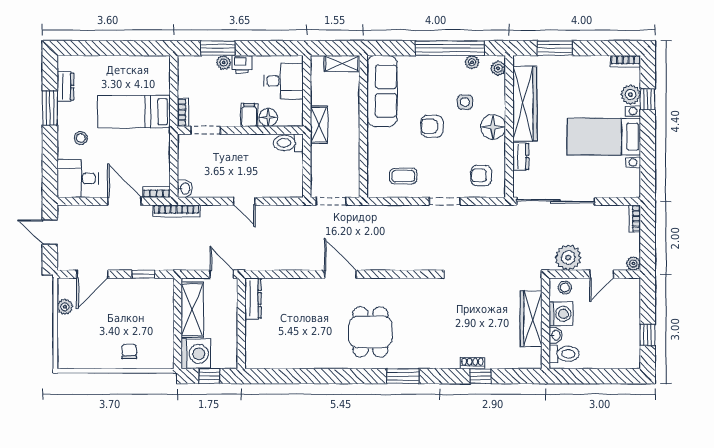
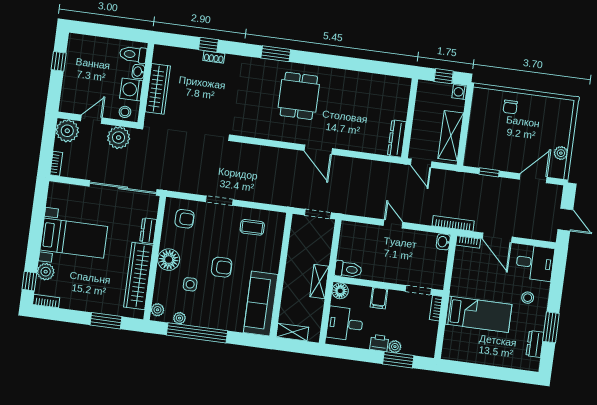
window: (648, 99) -> (29, 281), moved
floor lamp: (268, 117) -> (340, 291), moved
plant: (633, 264) -> (67, 131), width x1.87, depth x1.87
washing machine: (196, 354) -> (460, 92), width x0.53, depth x0.53

